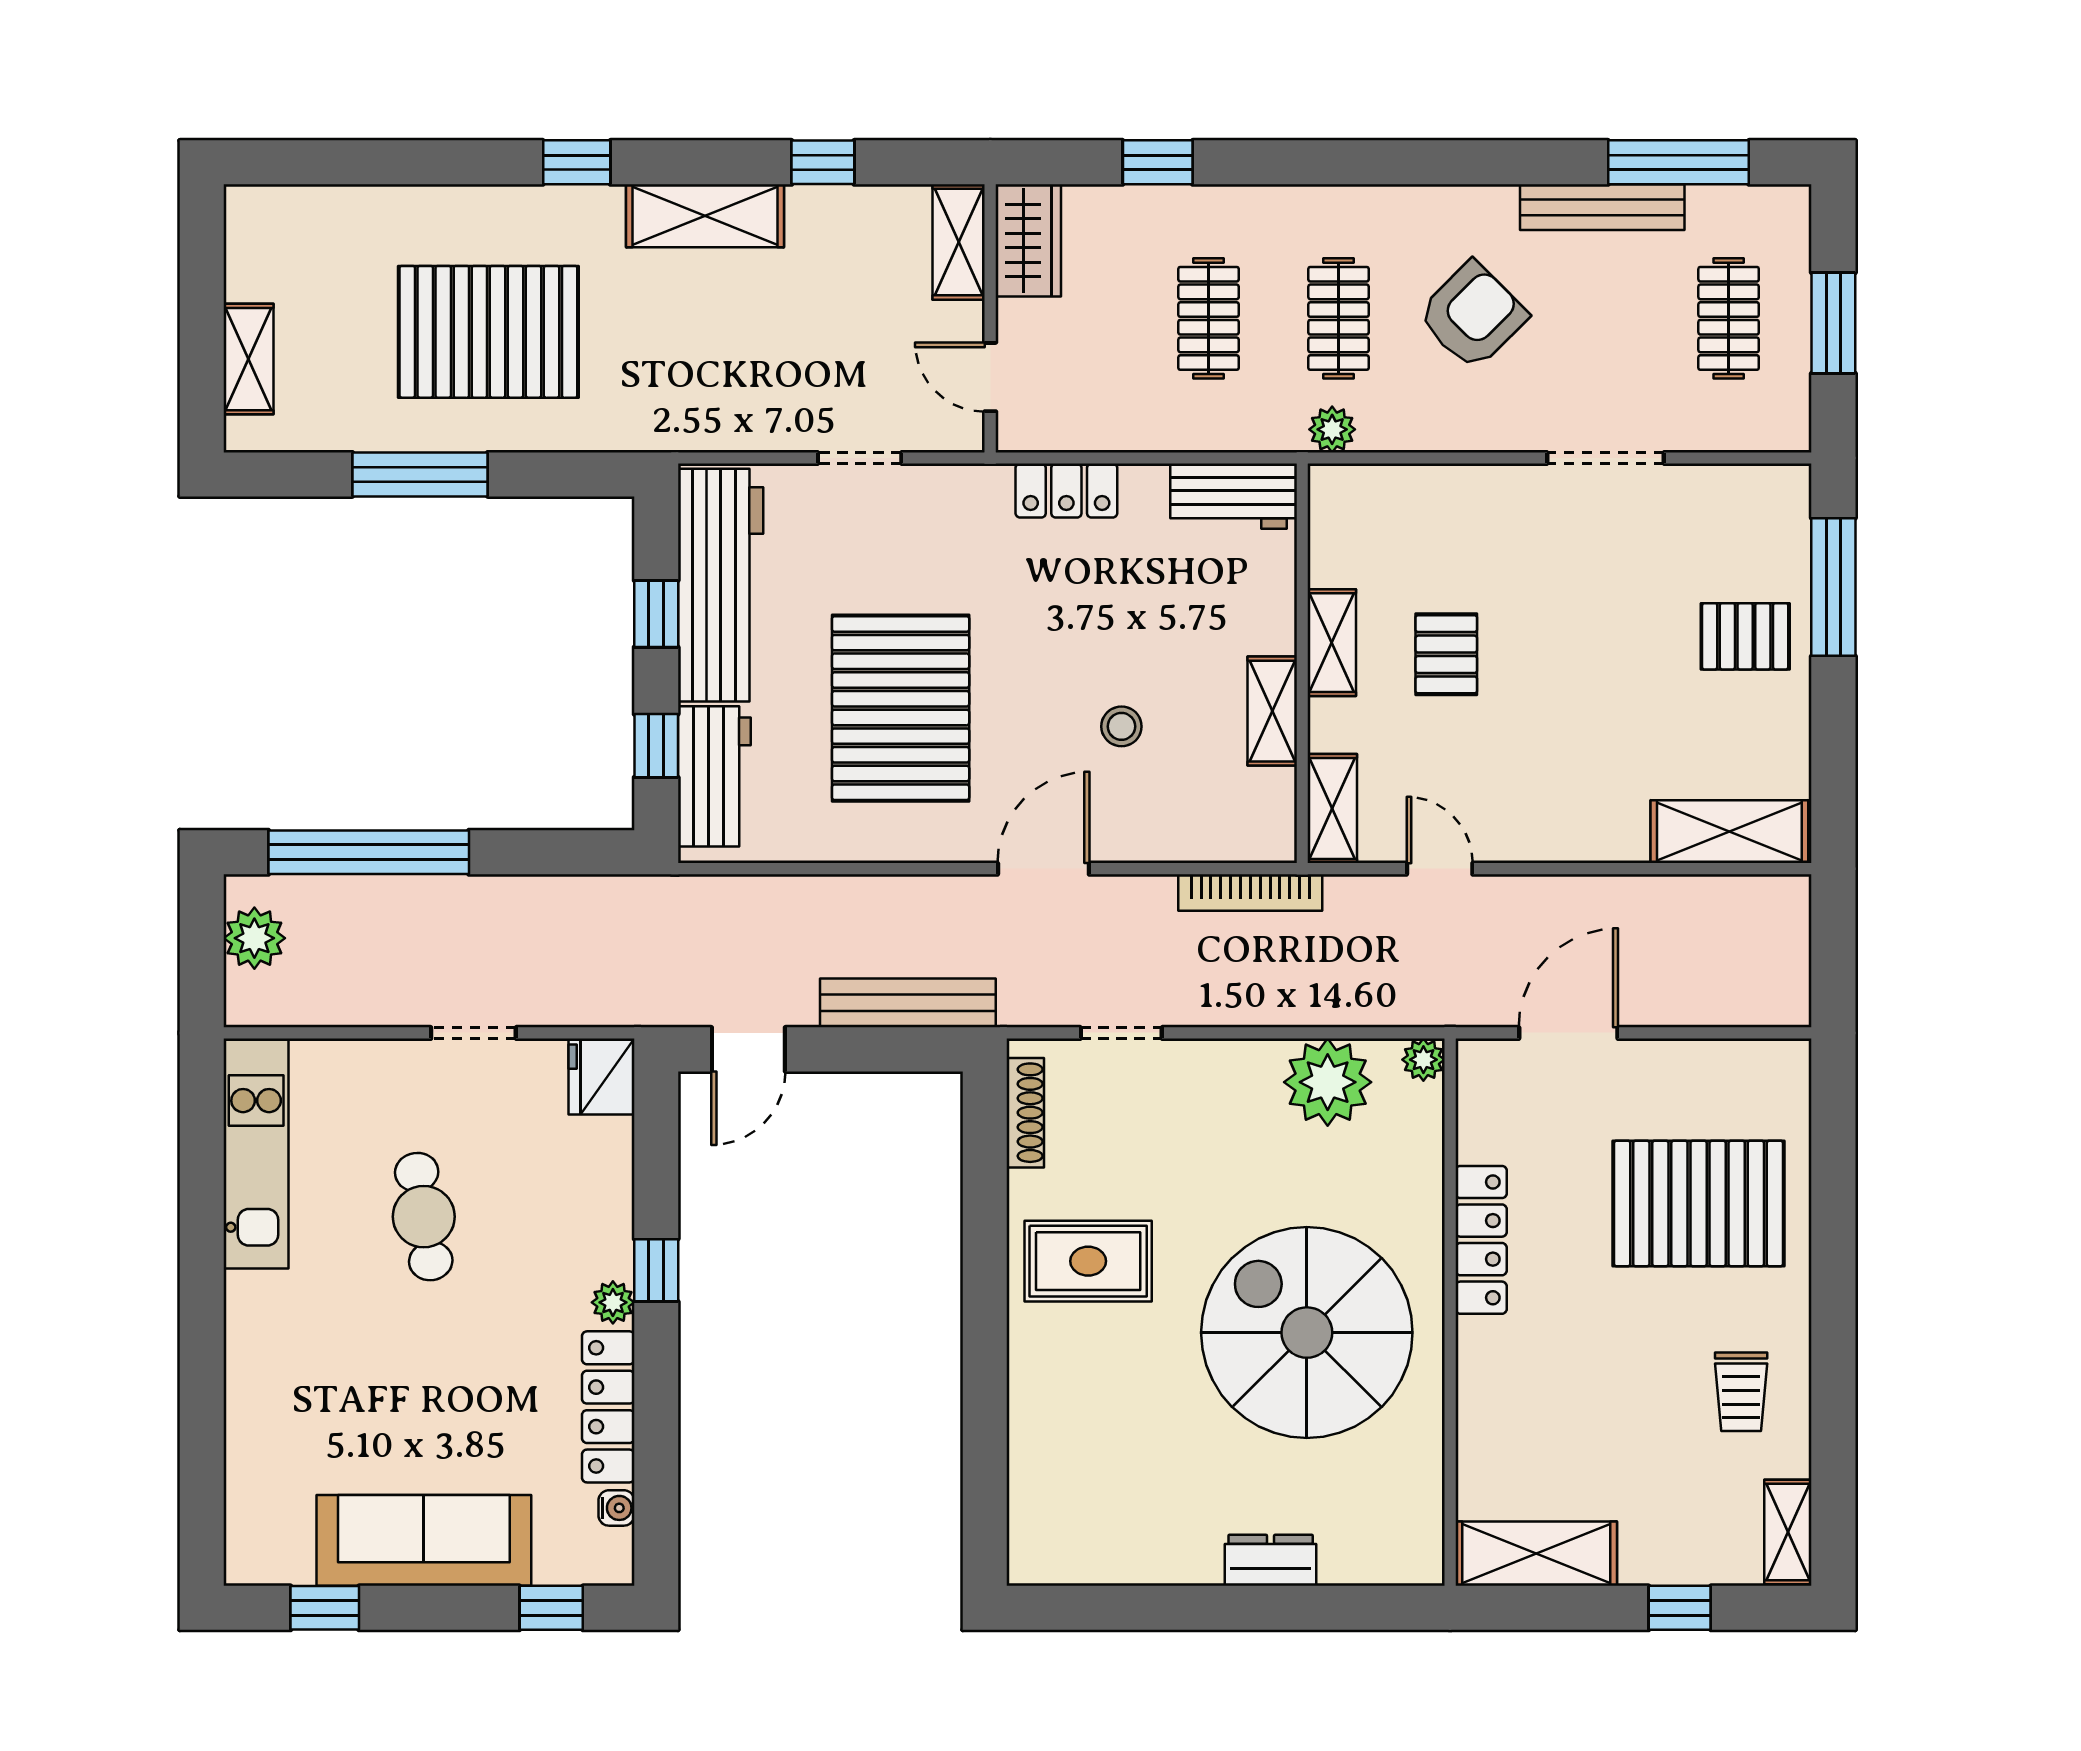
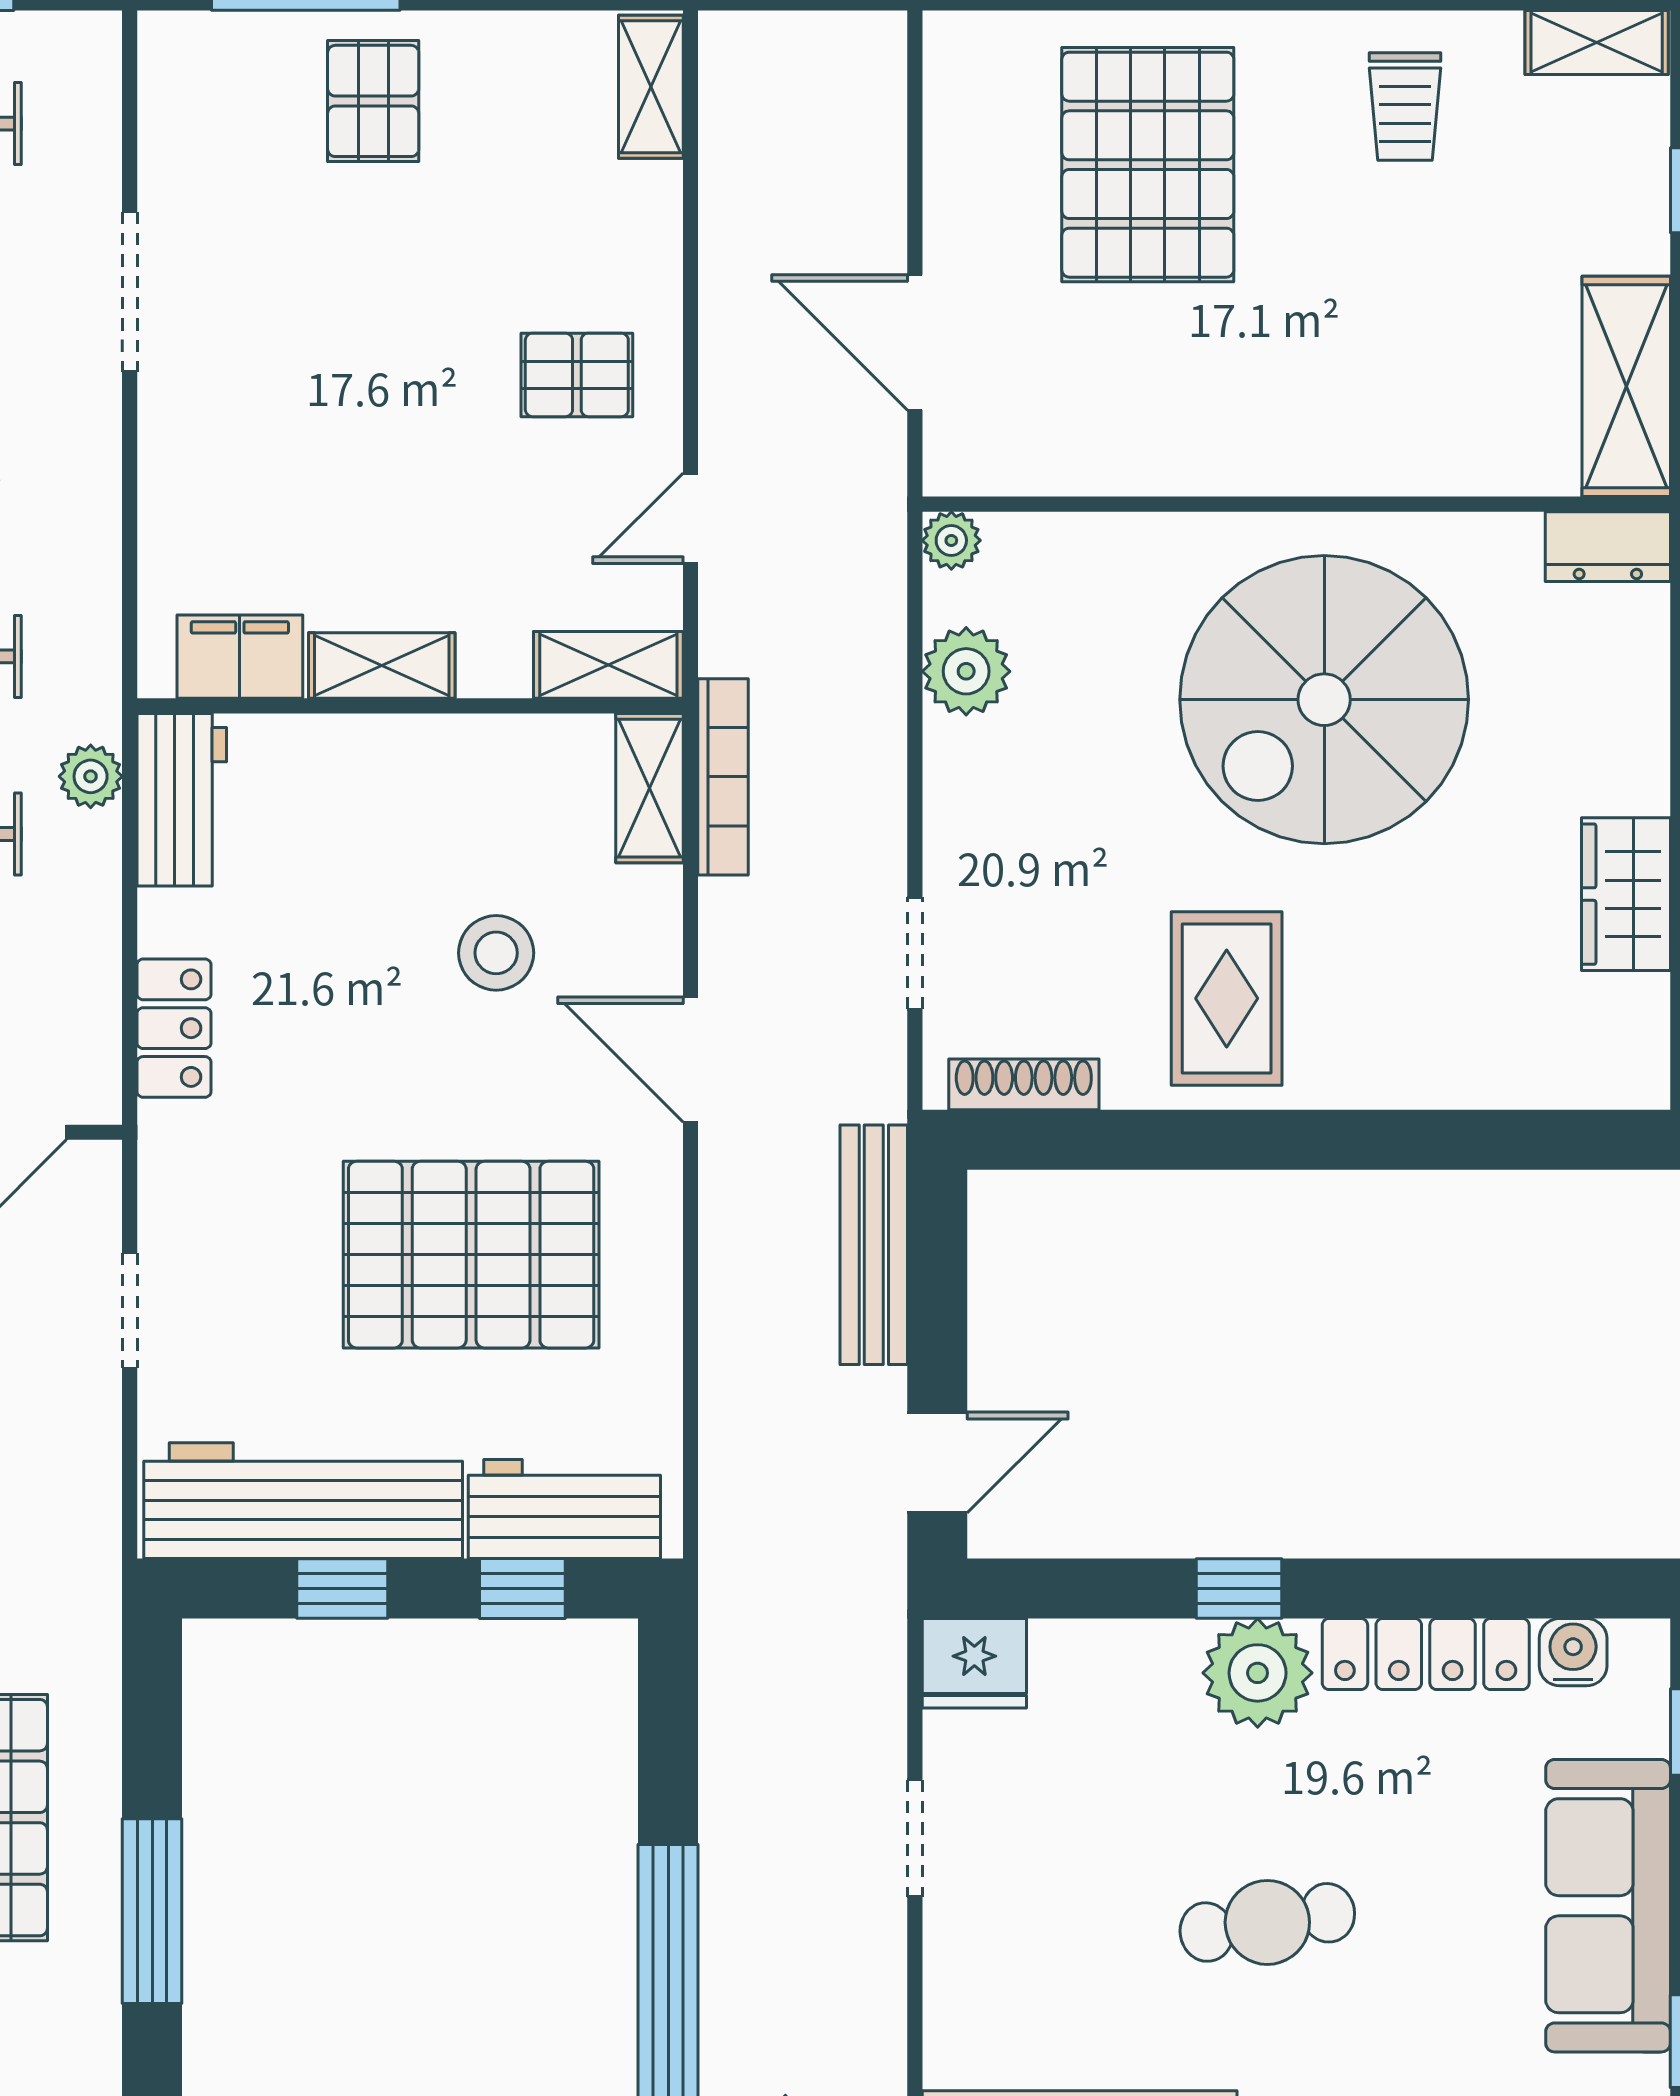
plant: (1332, 429) -> (91, 776), moved
filing cabinet: (1338, 539) -> (240, 657), added
pallet: (1446, 654) -> (577, 375), moved
shelving: (1272, 711) -> (649, 788), moved, turned 90
stool: (1121, 726) -> (496, 953), width x1.37, depth x1.37
shelving: (1729, 832) -> (651, 87), width x0.67, depth x0.75
door: (748, 1049) -> (937, 1463), hinge flipped
plant: (1328, 1082) -> (966, 671), width x0.73, depth x0.73
cafe table: (424, 1217) -> (1267, 1922), moved
locker: (1481, 1240) -> (1198, 462), removed
plant: (613, 1302) -> (1258, 1673), width x1.88, depth x1.88
trolley: (1741, 1392) -> (1405, 107), turned 90
water cooler: (616, 1508) -> (1573, 1652), width x1.38, depth x1.38
wardrobe: (1165, 1553) -> (1626, 894), added
dresser: (1271, 1560) -> (1608, 547), moved, turned -90

